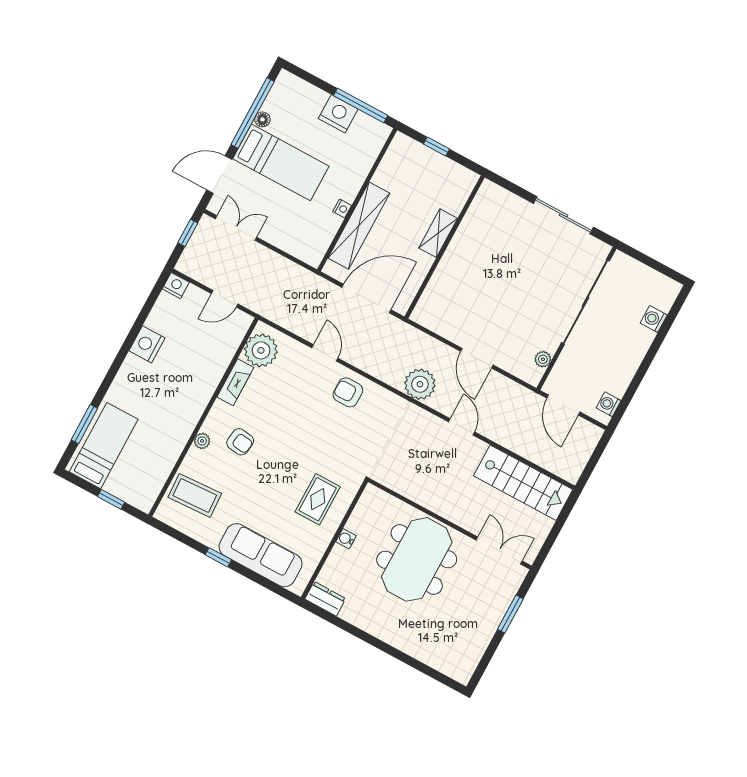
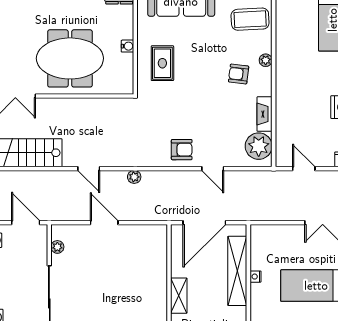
door: (225, 299) -> (304, 169), hinge flipped
plant: (420, 384) -> (134, 177), width x0.53, depth x0.53
meeting table: (417, 559) -> (70, 58), turned 90

